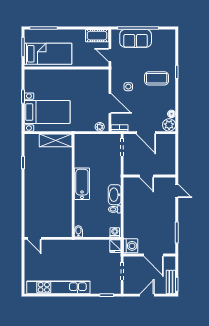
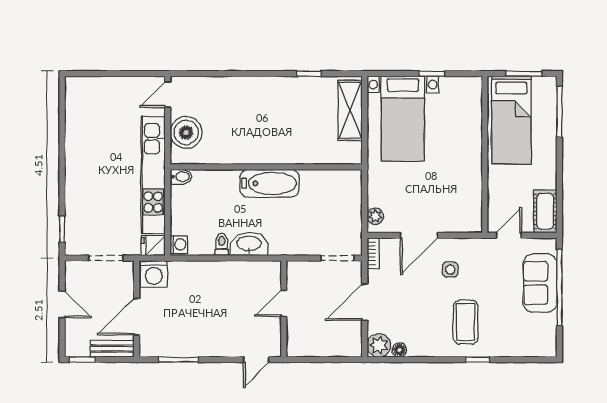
shelving: (56, 140) -> (350, 110), moved
boiler: (55, 228) -> (186, 132), added
bench: (171, 282) -> (112, 349), moved
kitchen unit: (58, 287) -> (153, 175), moved, turned 180

